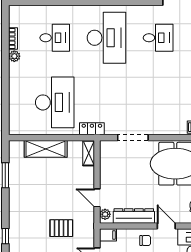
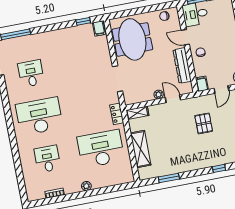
plant: (14, 56) -> (86, 186), moved
door: (97, 198) -> (173, 99), swing flipped
plant: (105, 214) -> (159, 95), moved
door: (166, 226) -> (185, 37), hinge flipped

